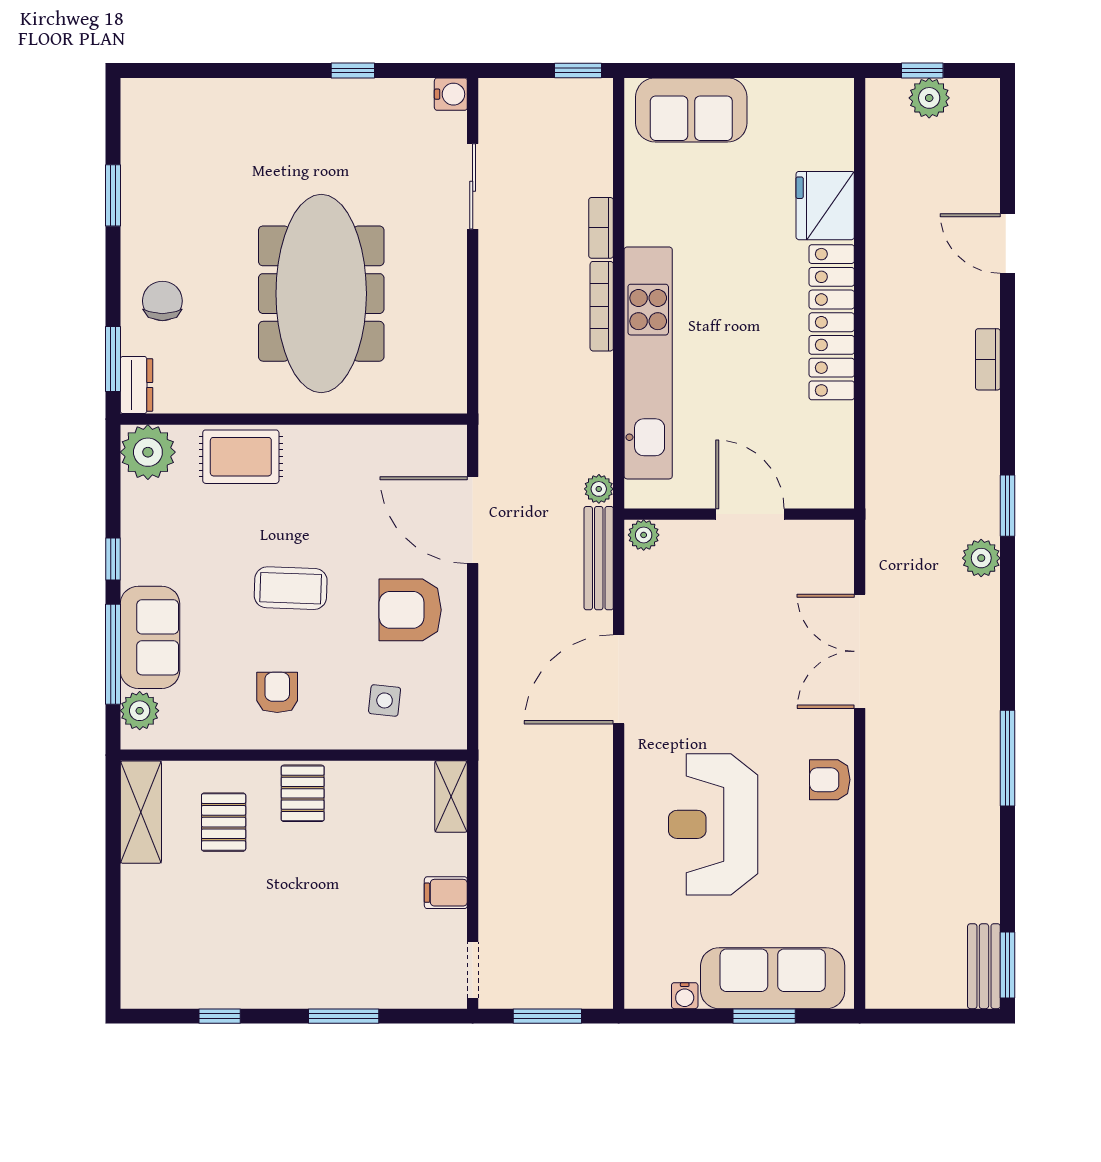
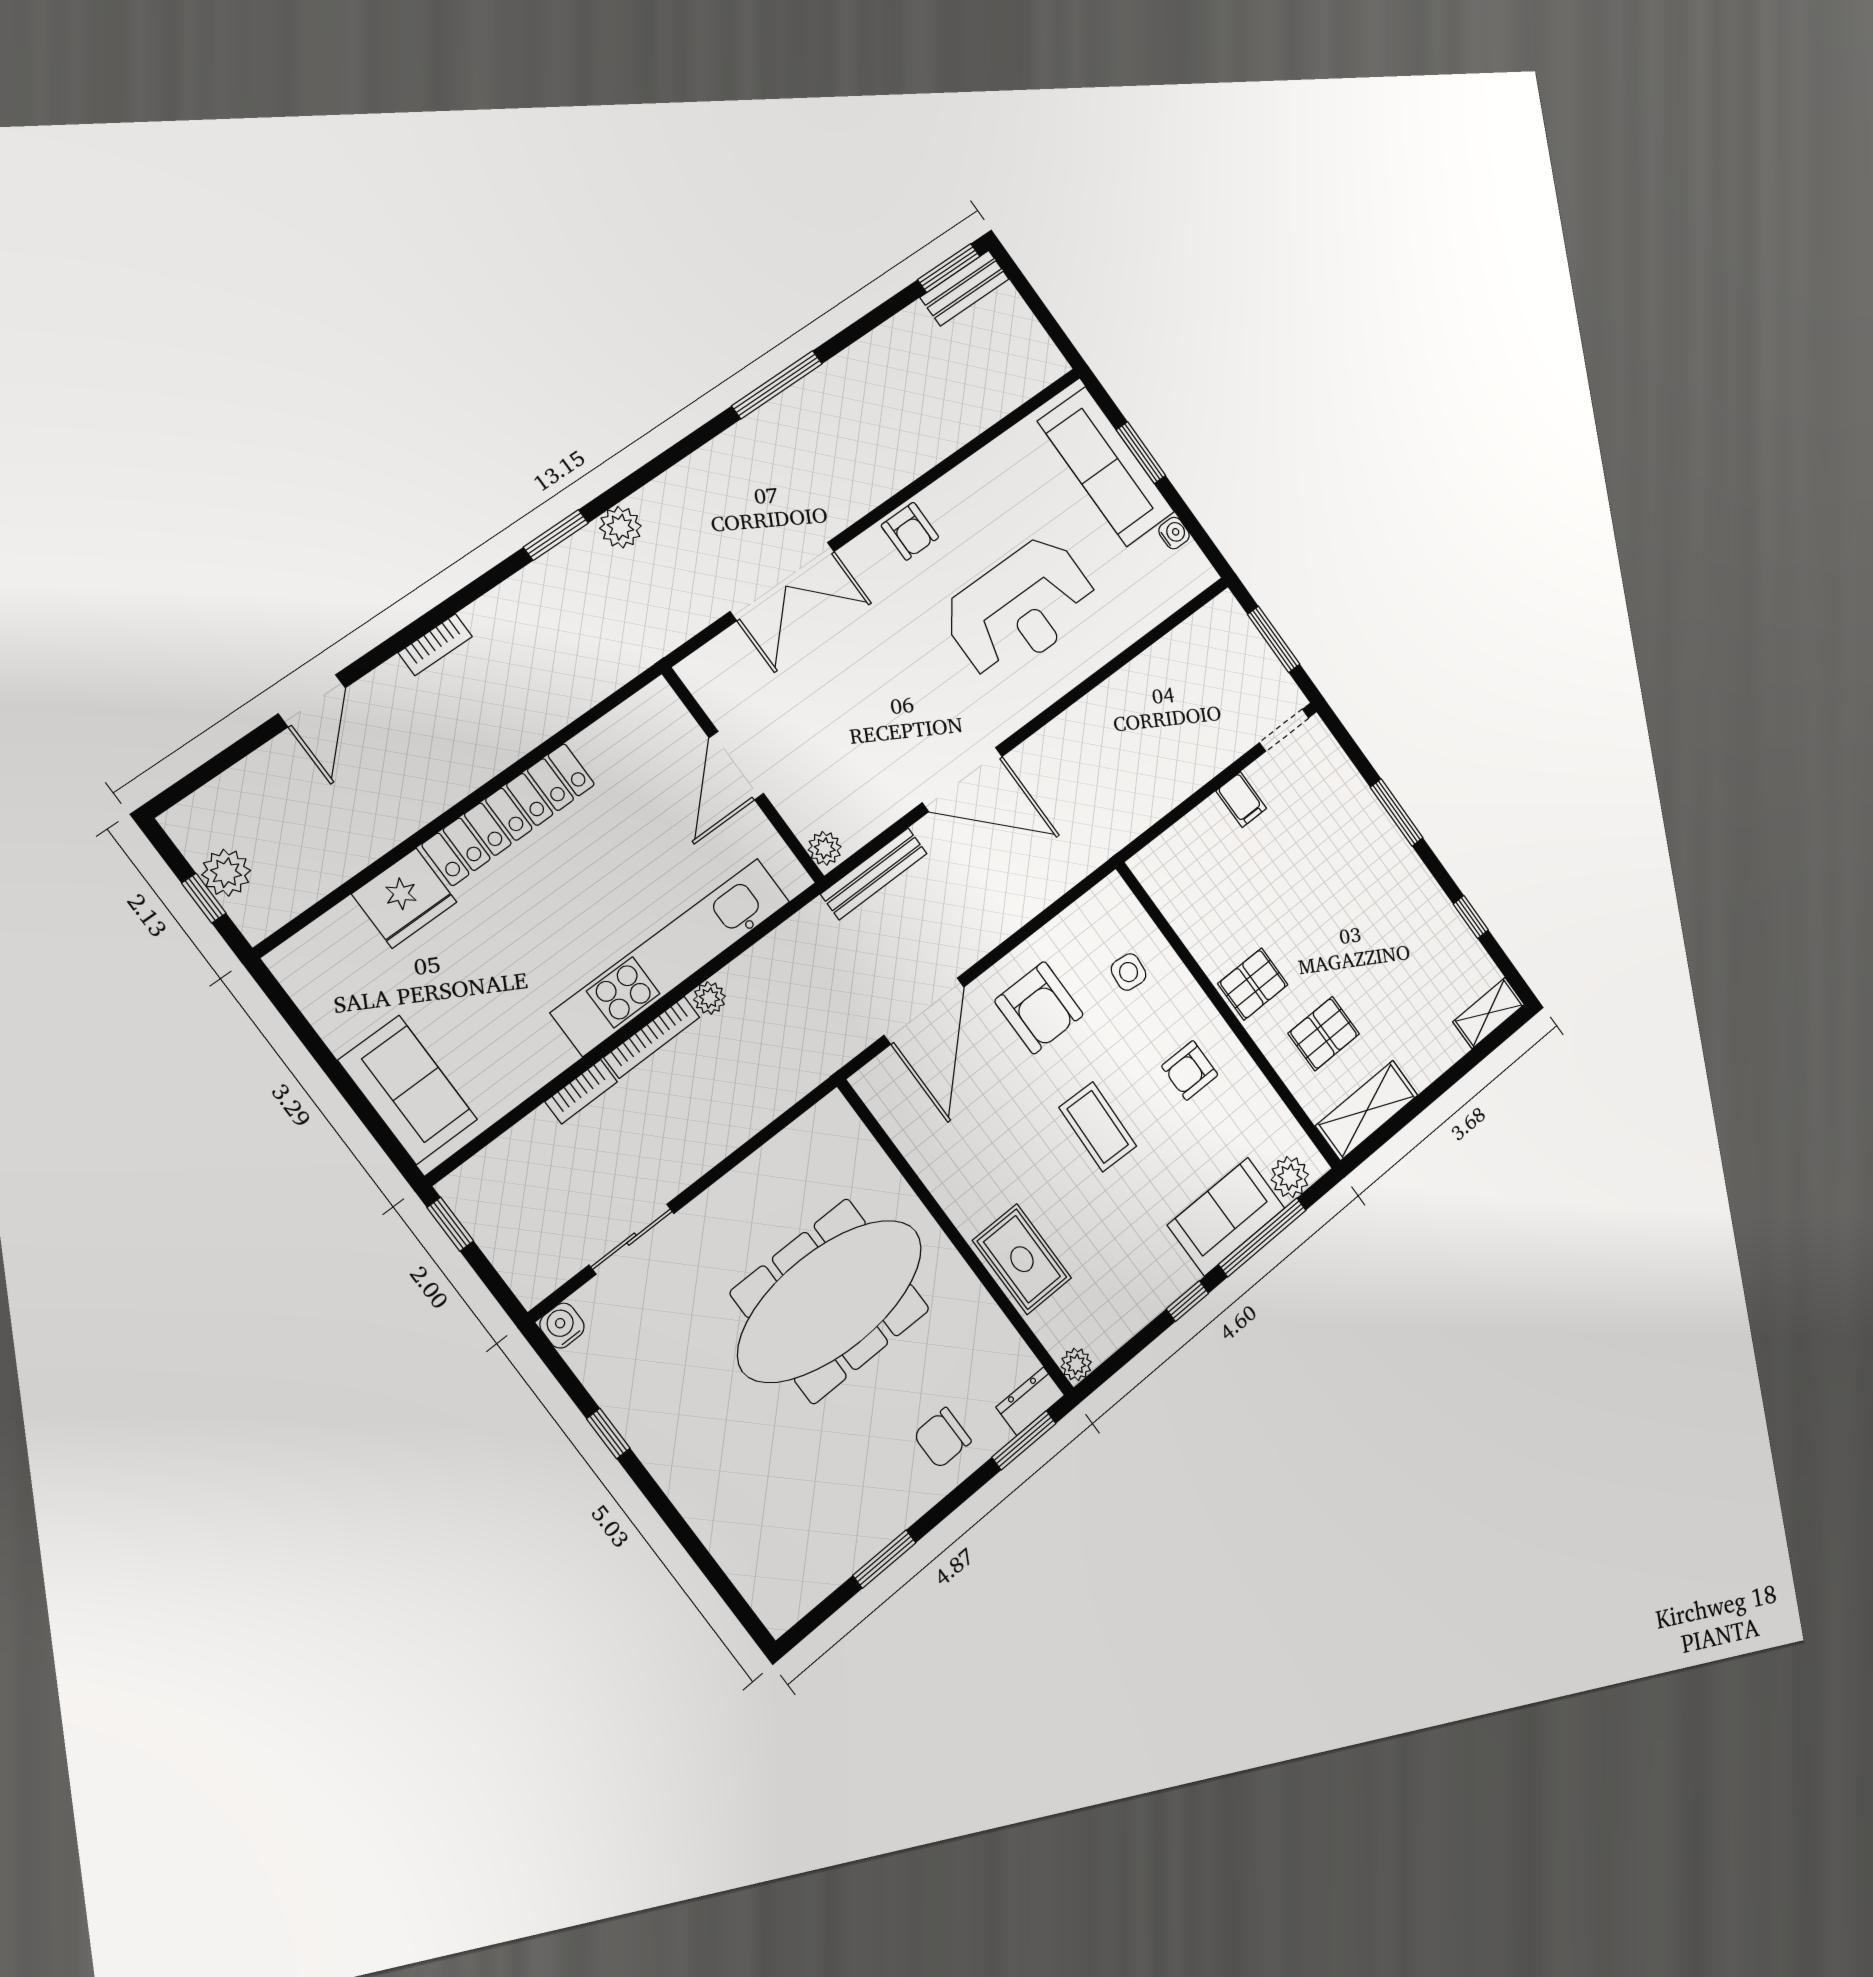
plant: (148, 452) -> (1076, 1364), width x0.53, depth x0.53
plant: (599, 489) -> (709, 998), moved
shelving: (451, 796) -> (1489, 1013), moved

